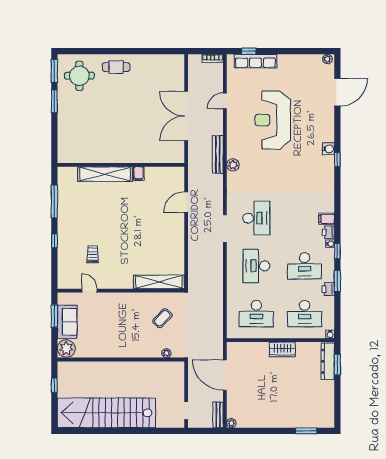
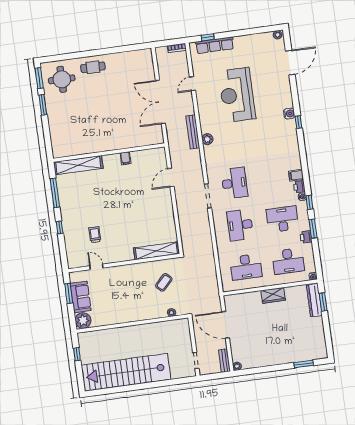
shelving: (105, 174) -> (78, 165), moved
desk: (305, 266) -> (282, 219), turned 180

